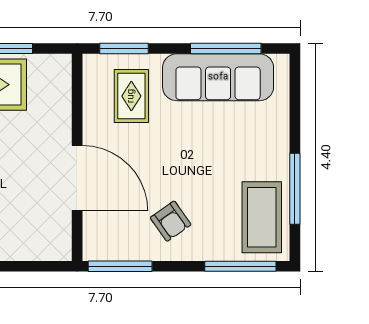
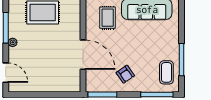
coffee table: (262, 217) -> (166, 72), width x0.73, depth x0.76

